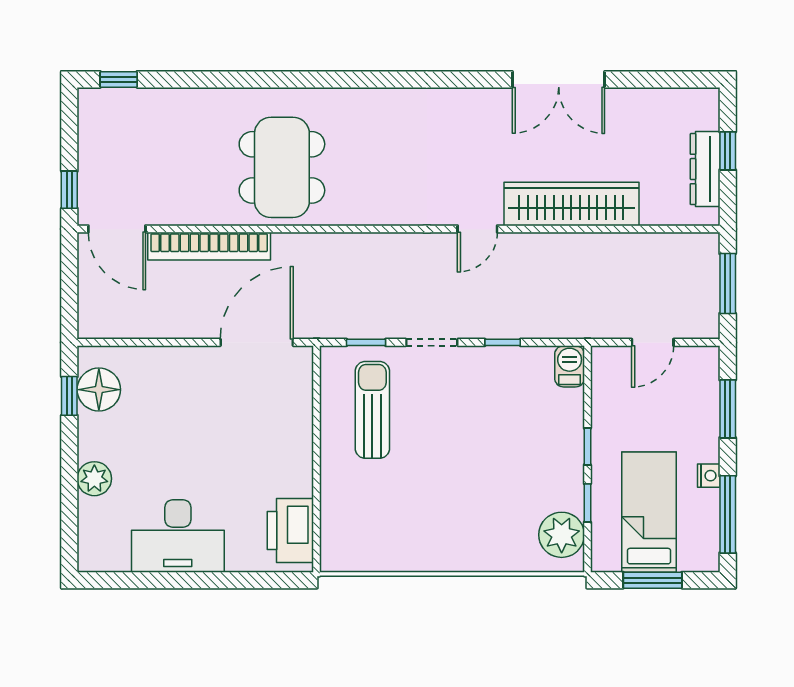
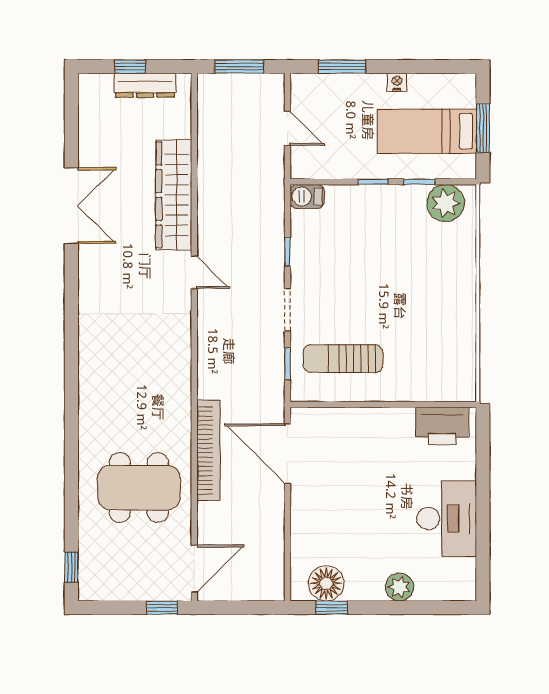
dining table: (282, 167) -> (139, 488), moved
bookcase: (209, 246) -> (208, 450), moved
window: (728, 514) -> (429, 67), removed

